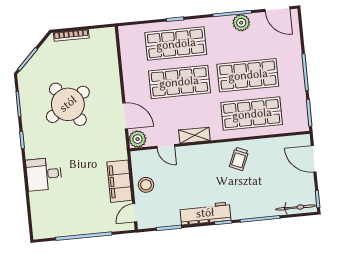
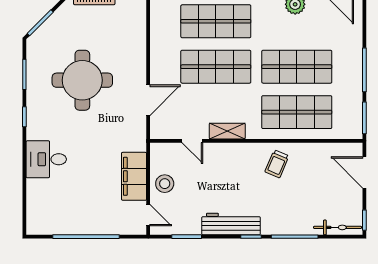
round table: (68, 104) -> (82, 80), turned 33
door: (125, 116) -> (148, 100), hinge flipped
plant: (138, 139) -> (160, 129), removed
door: (135, 213) -> (148, 215), swing flipped

